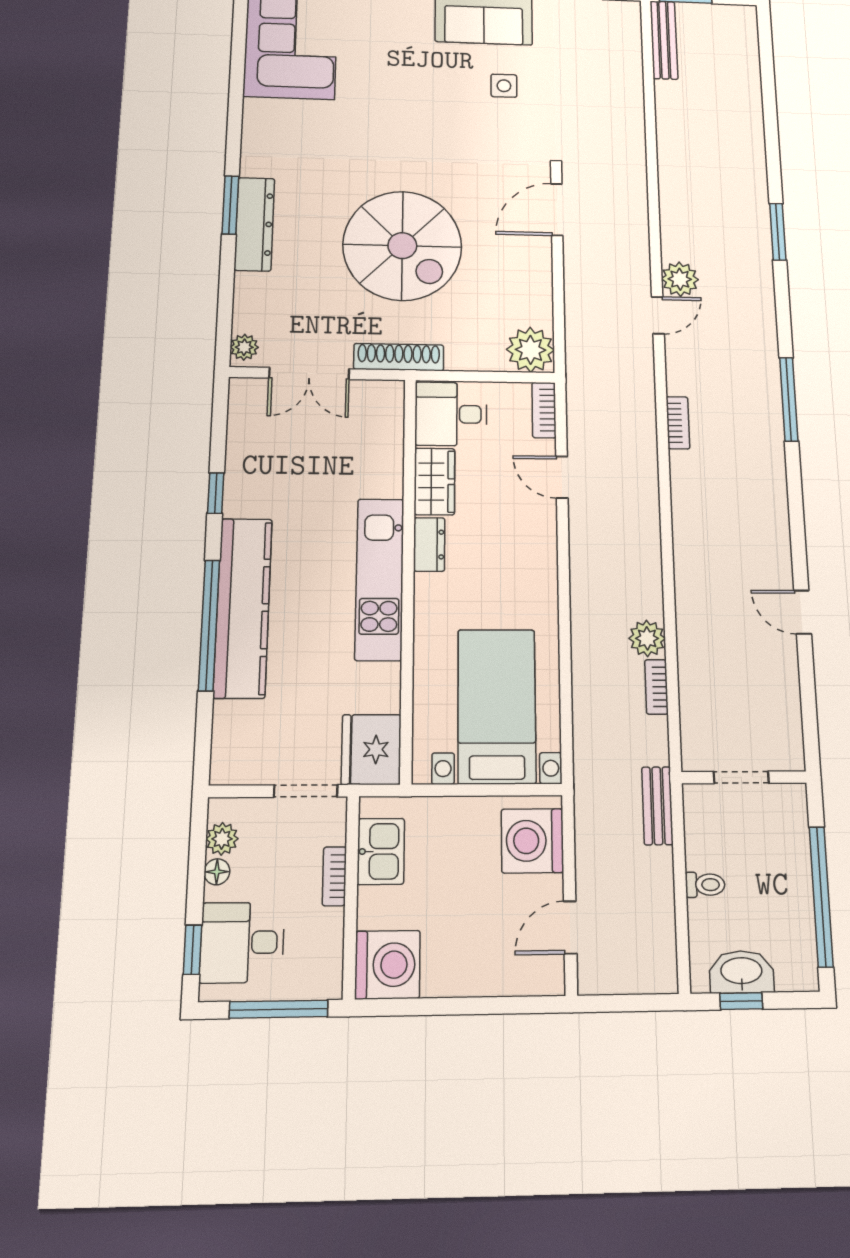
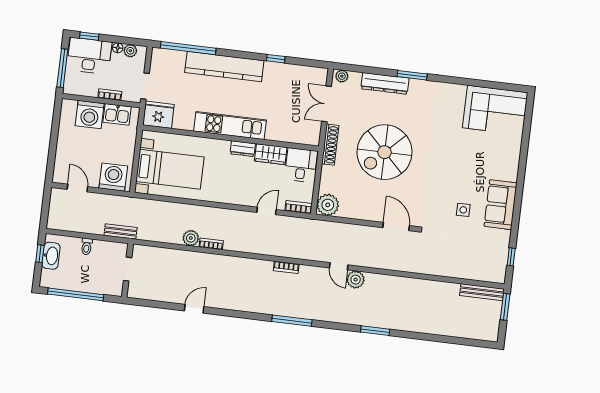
dresser: (254, 224) -> (385, 83), moved
window: (209, 625) -> (188, 48), moved
bookcase: (656, 687) -> (211, 244), moved
desk: (242, 942) -> (89, 56), width x1.37
washing machine: (388, 965) -> (90, 115), moved

